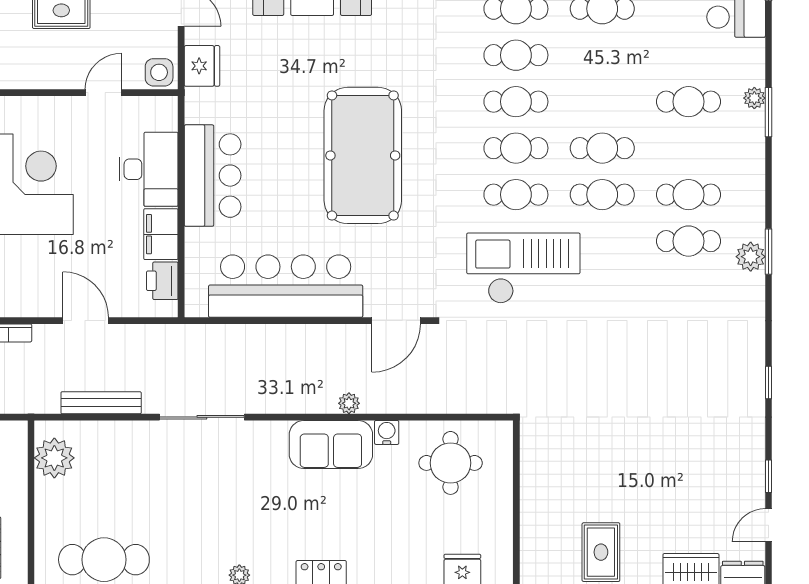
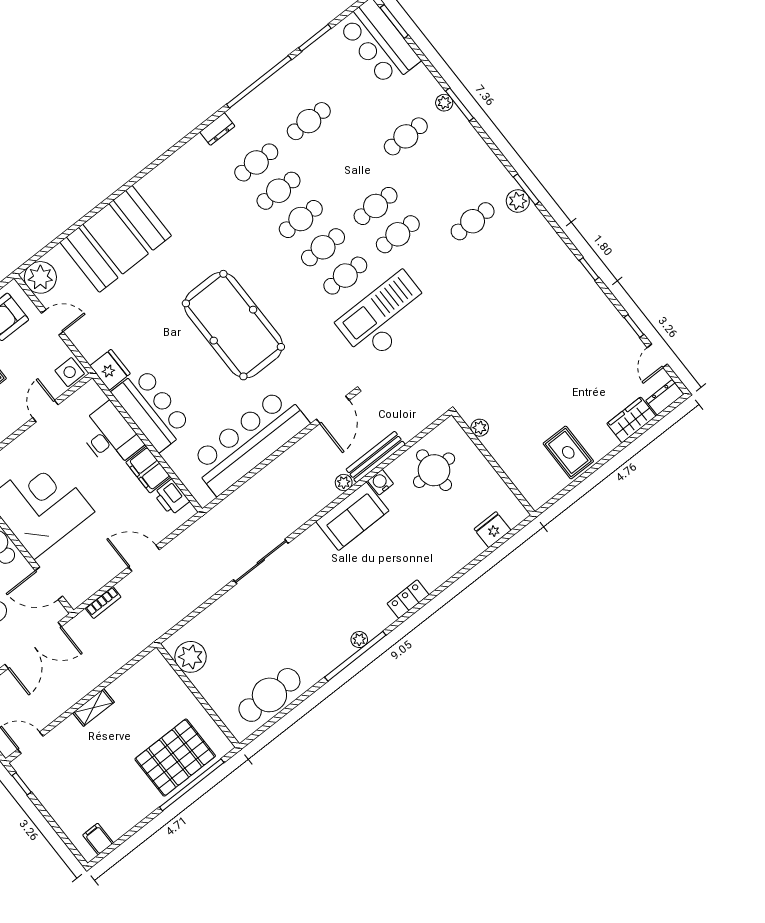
fridge: (202, 66) -> (110, 370), moved
cafe table: (688, 195) -> (450, 193), removed
bench: (101, 403) -> (376, 457), moved
plant: (531, 456) -> (480, 428), added

